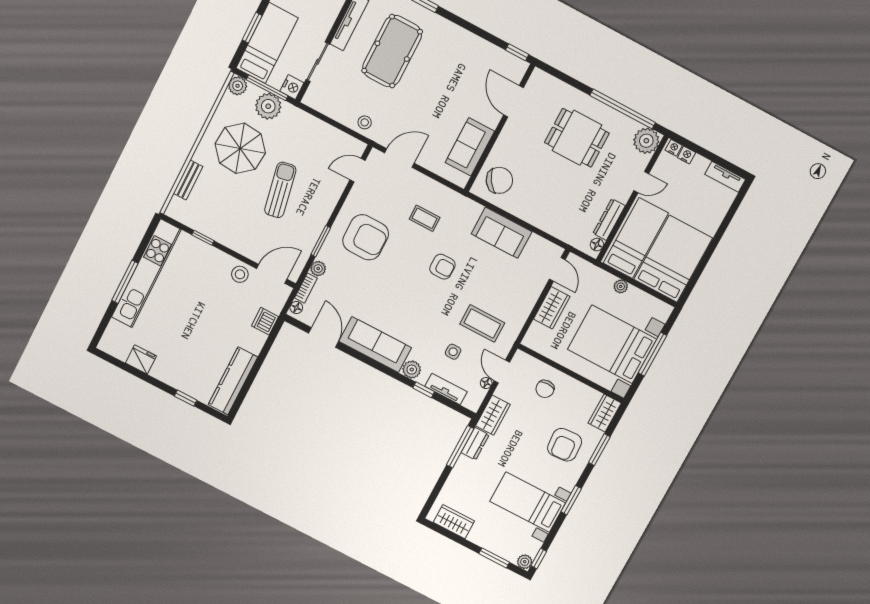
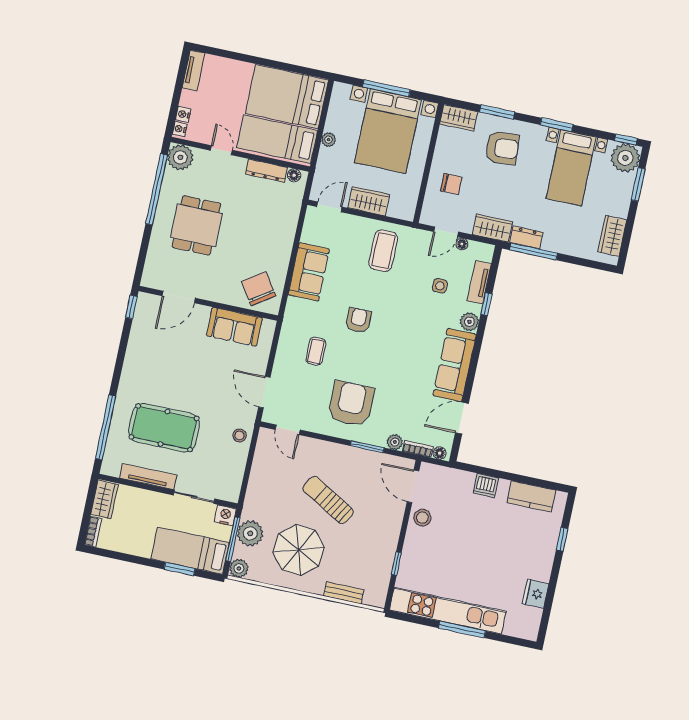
sun lounger: (280, 190) -> (328, 500), turned 41
dishwasher: (265, 321) -> (486, 486), moved
coffee table: (482, 324) -> (383, 251), moved
kitchen counter: (233, 381) -> (531, 496), width x0.67
plant: (525, 562) -> (625, 158), width x1.88, depth x1.88

